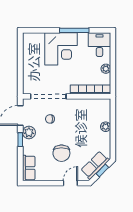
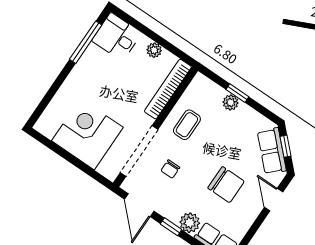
window: (74, 30) -> (86, 42), moved
corner desk: (61, 49) -> (87, 134), moved, turned -90
coffee table: (79, 112) -> (187, 125), added
window: (113, 127) -> (237, 93), added
plant: (29, 132) -> (190, 223), moved

